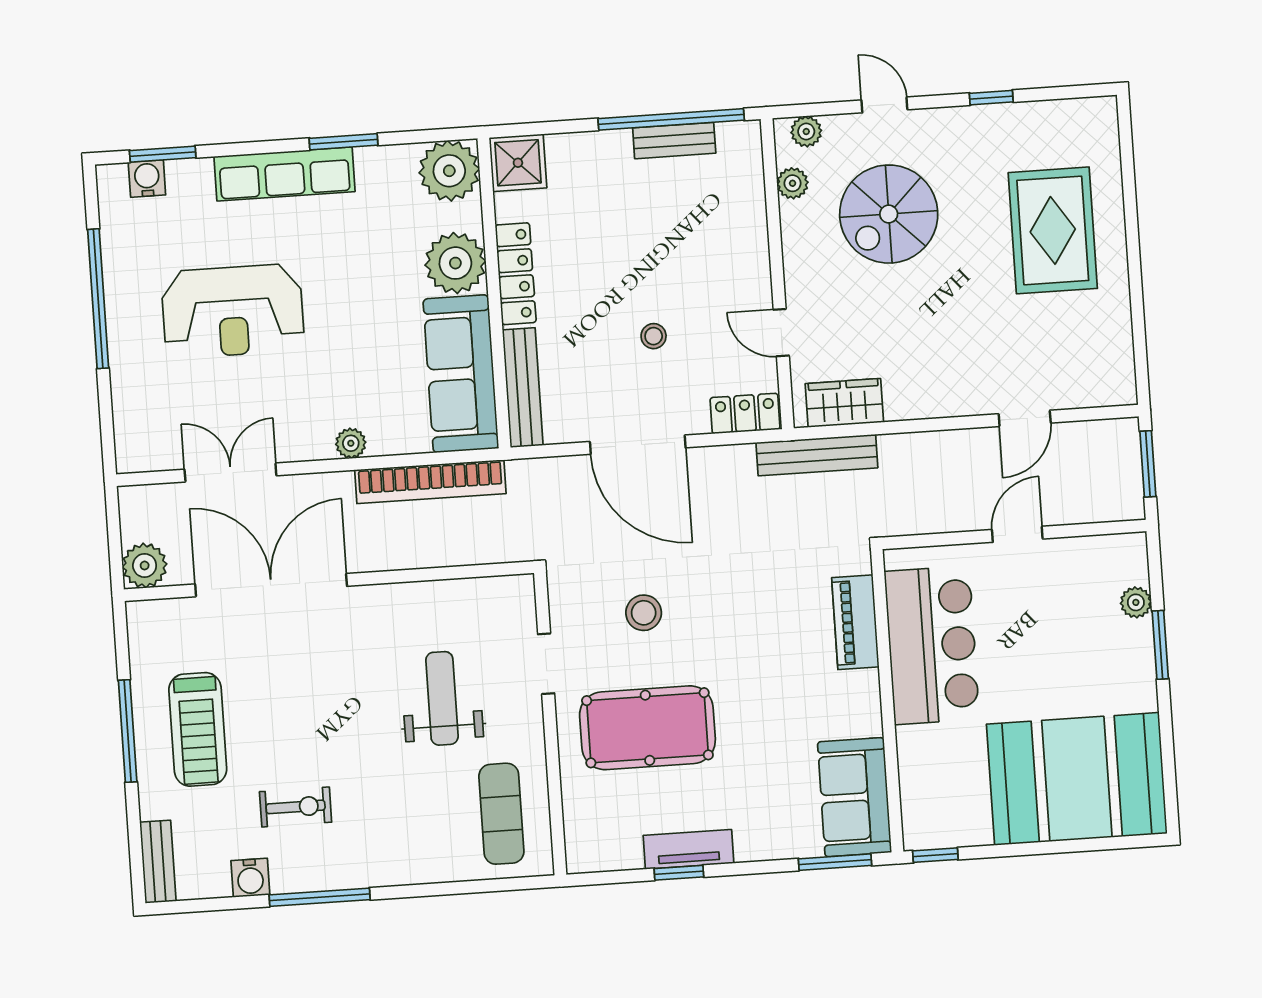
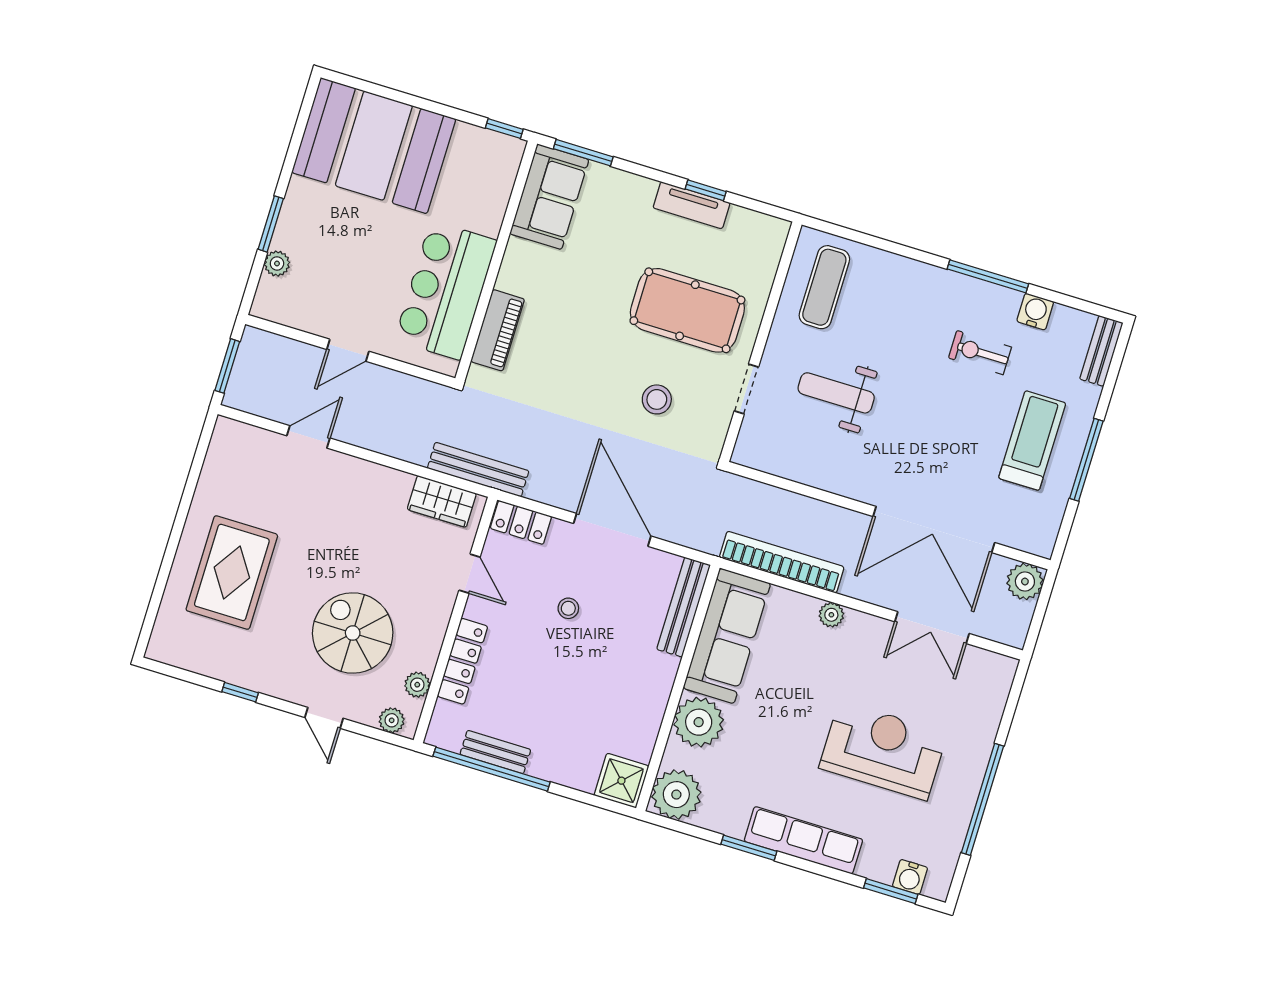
spiral stairs: (889, 214) -> (353, 633), turned -90
locker: (516, 274) -> (462, 661), moved, turned 180
weight bench: (442, 698) -> (836, 393), turned 90

